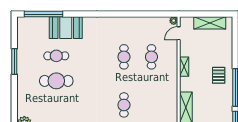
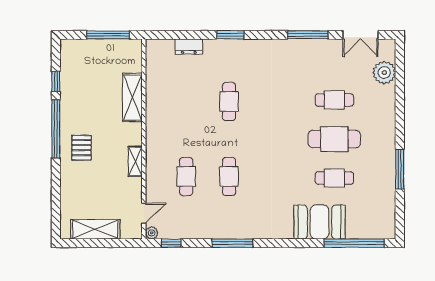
window: (122, 14) -> (232, 243), added
window: (161, 14) -> (171, 243), added
cafe table: (56, 106) -> (334, 100), added

